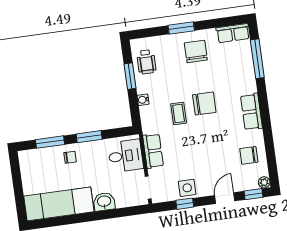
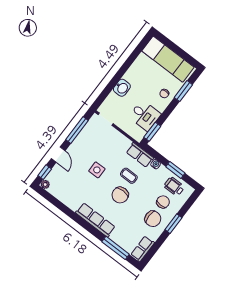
row of seats: (251, 112) -> (95, 220), width x1.48
window: (89, 137) -> (152, 132), moved
row of seats: (153, 151) -> (140, 155), moved
chair: (249, 155) -> (163, 202), moved
desk: (125, 156) -> (145, 115), moved, turned -90
side table: (187, 188) -> (97, 170), moved
exam couch: (59, 204) -> (168, 59), moved, turned 90
window: (185, 204) -> (77, 130), width x2.17

